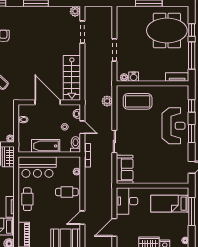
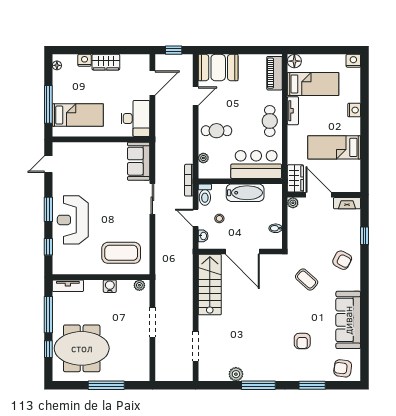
plant: (75, 11) -> (236, 374), moved
water cooler: (134, 77) -> (110, 286), moved
plant: (107, 101) -> (162, 253), removed

